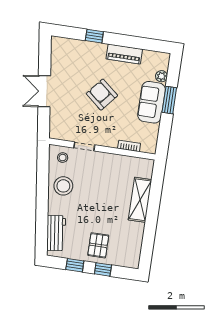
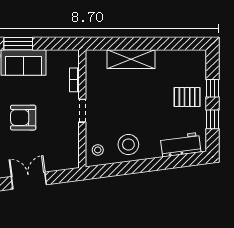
double door: (44, 91) -> (29, 181), swing flipped
armchair: (102, 95) -> (23, 118), turned 50
doorway: (84, 146) -> (82, 111), moved

